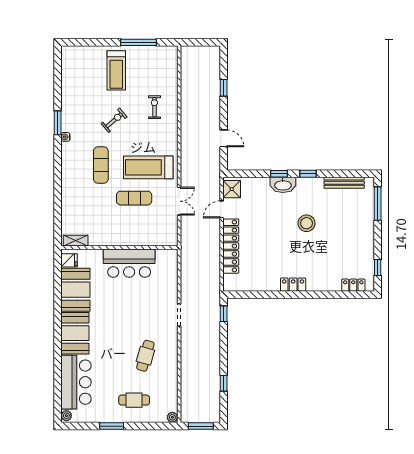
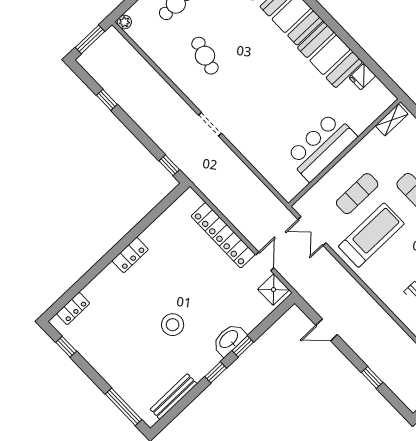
shelving: (76, 241) -> (392, 120), moved
wall: (119, 247) -> (344, 153), moved
bar counter: (129, 263) -> (321, 147), moved

